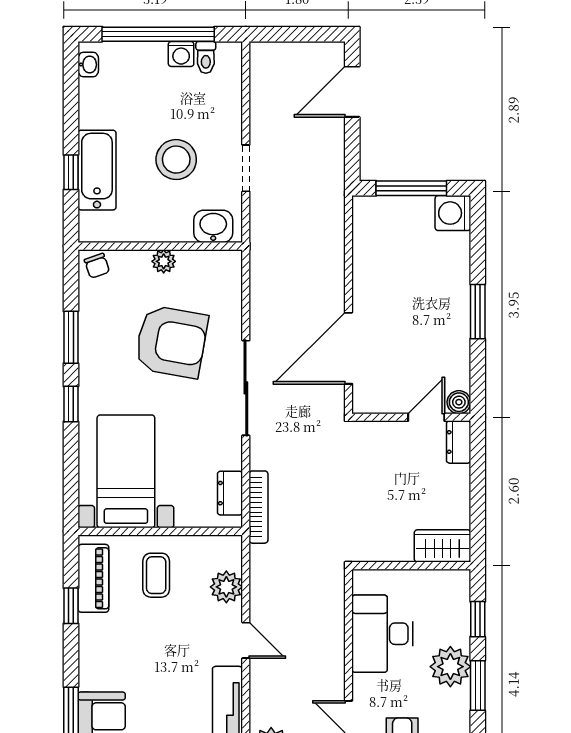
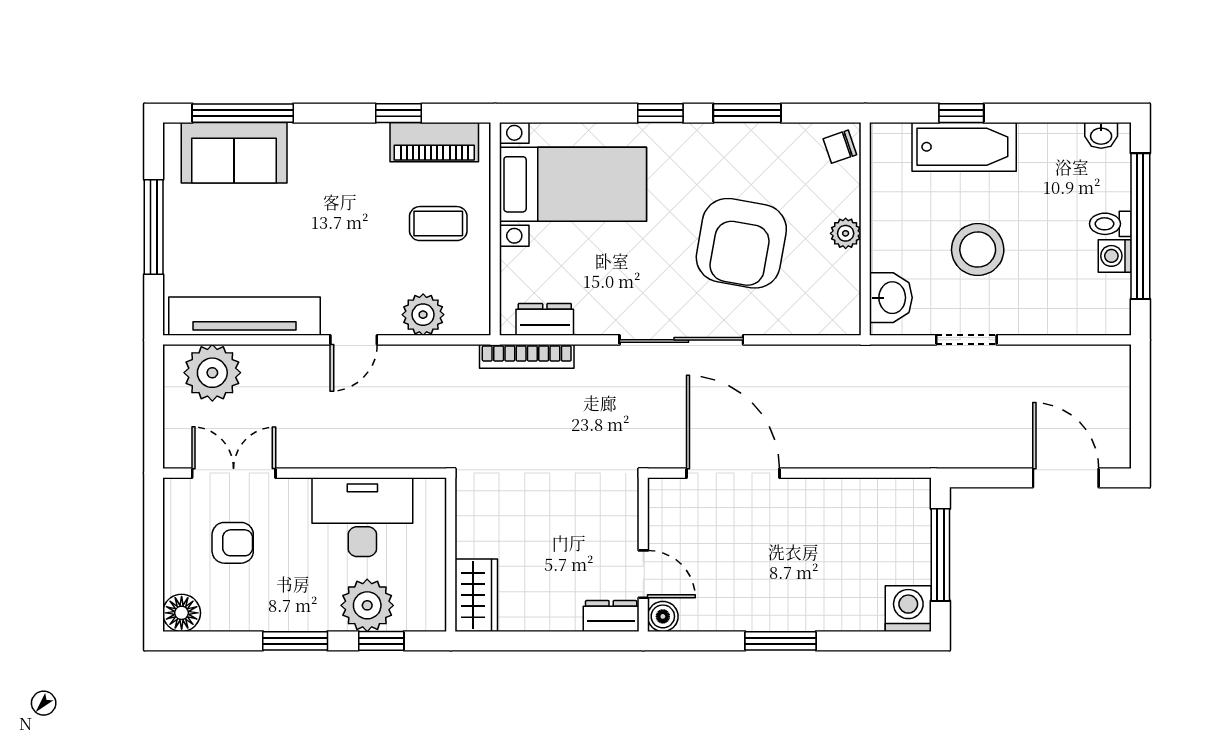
toilet: (206, 57) -> (1110, 224), moved
plant: (450, 667) -> (367, 605), moved

